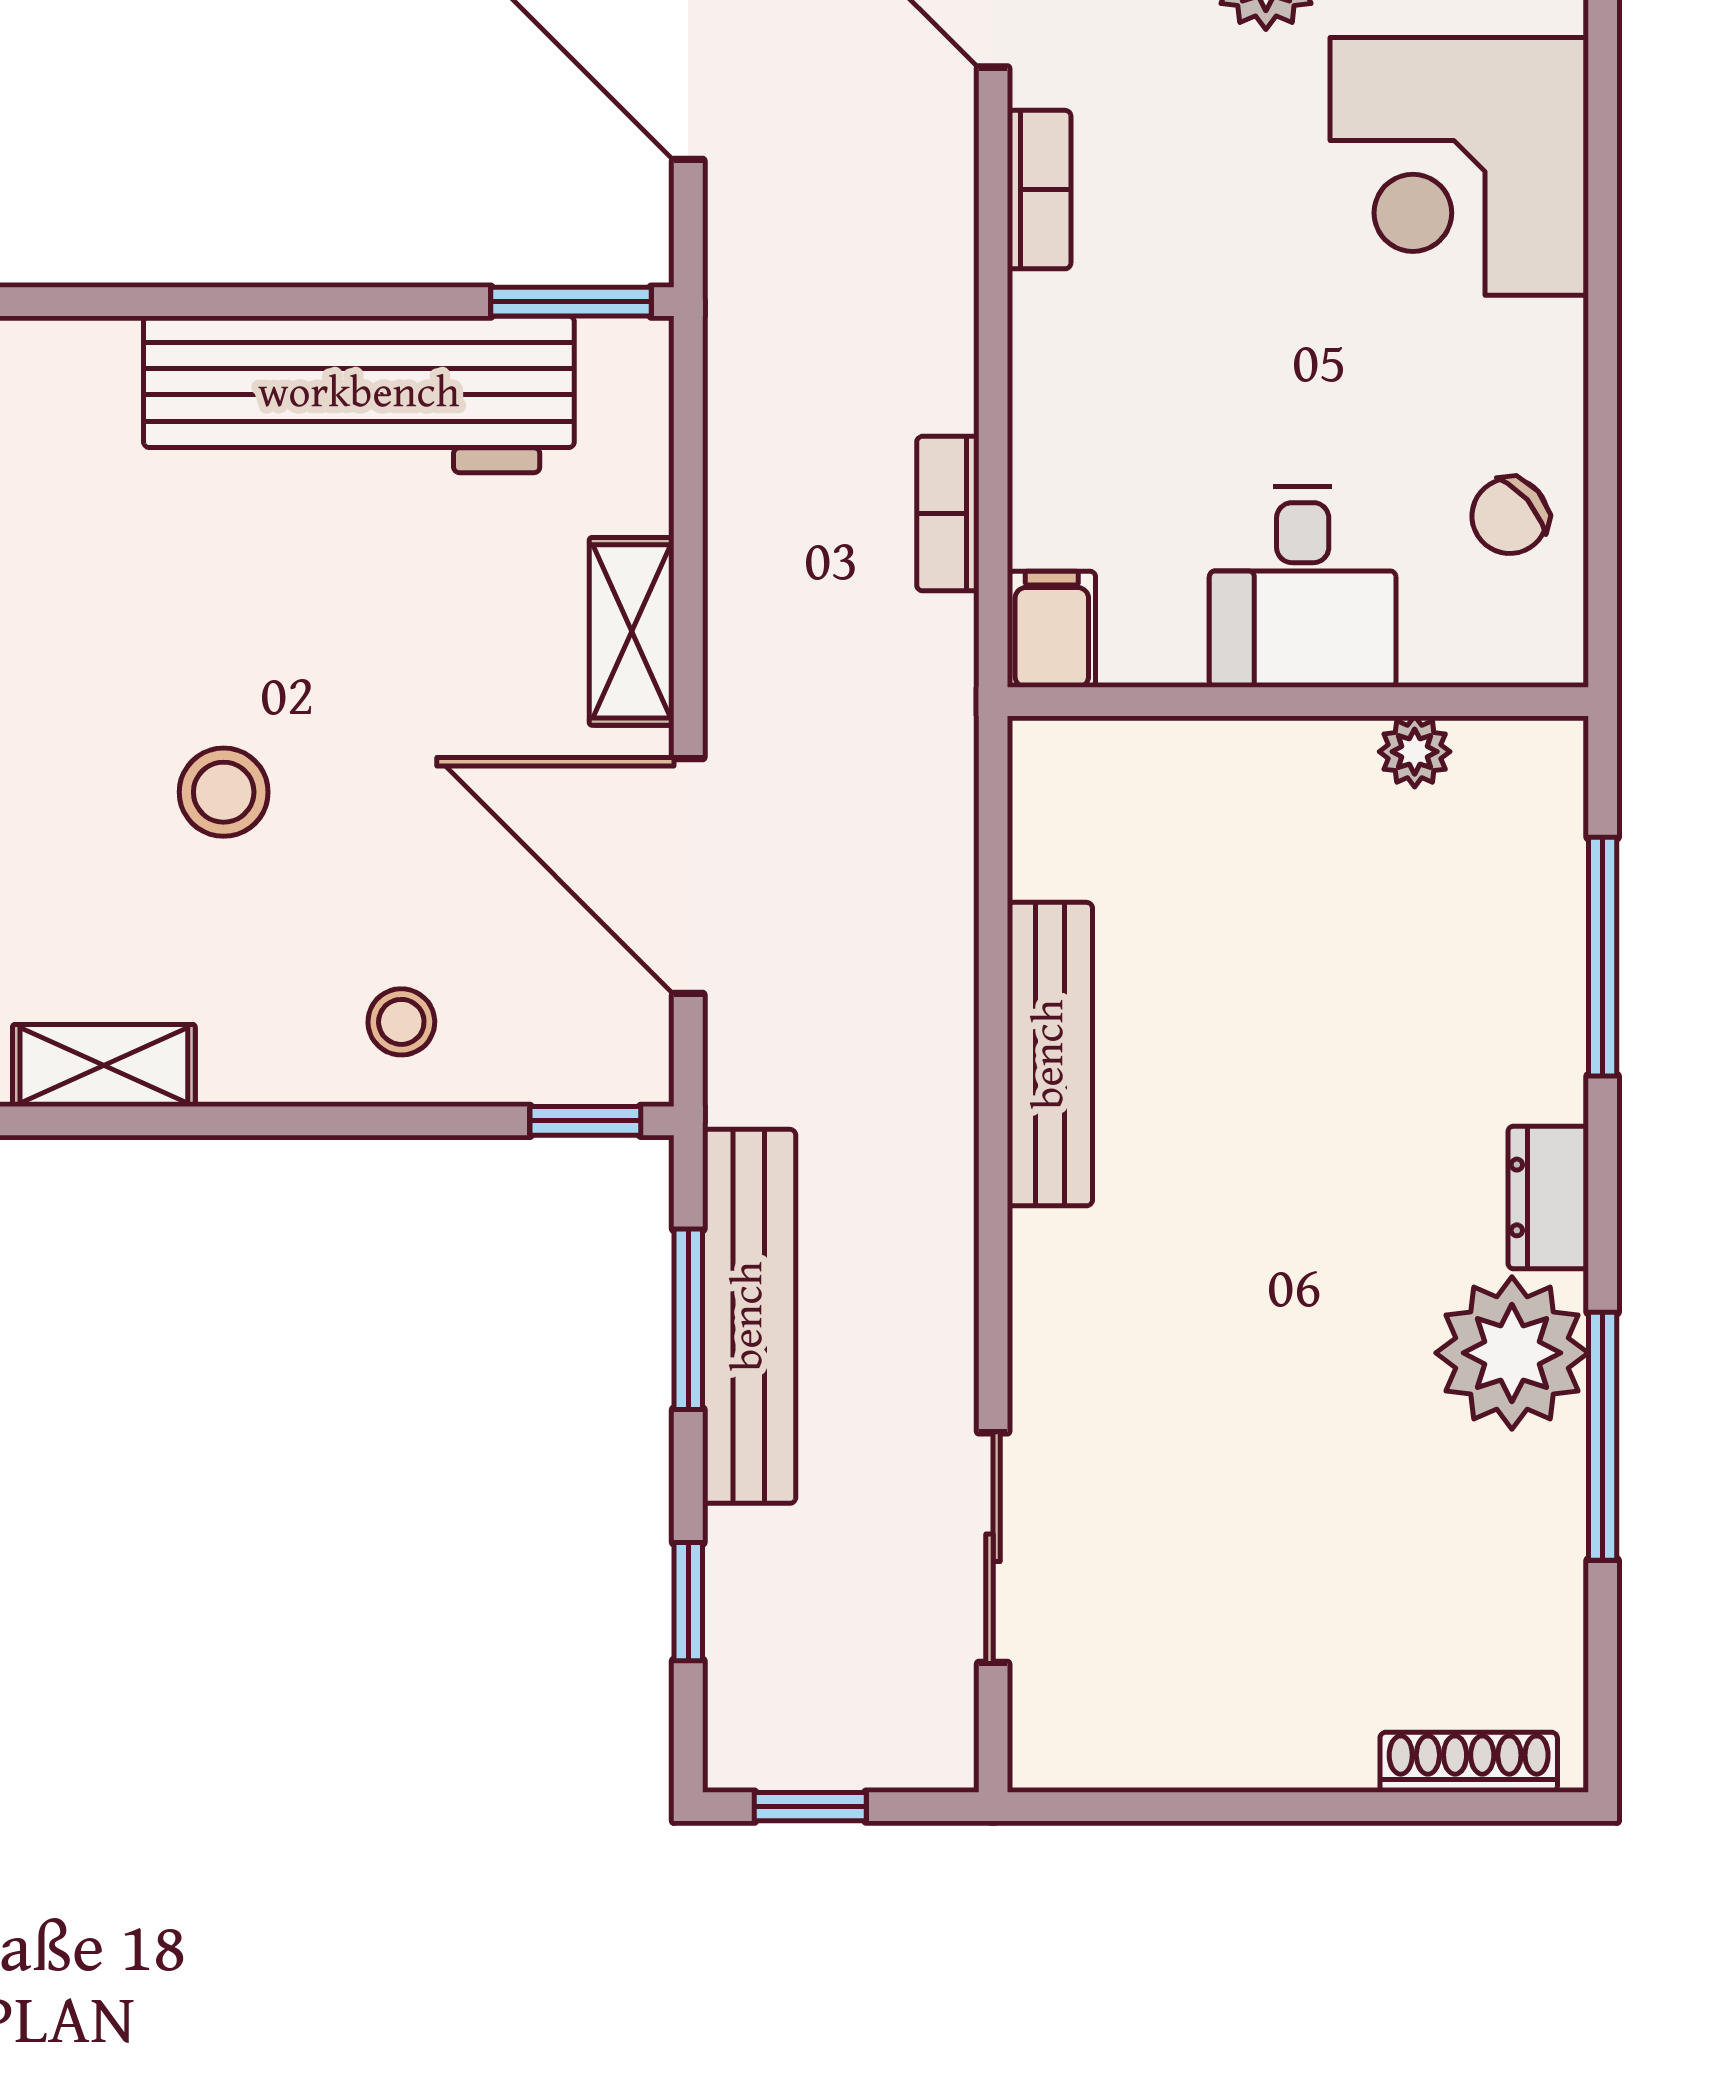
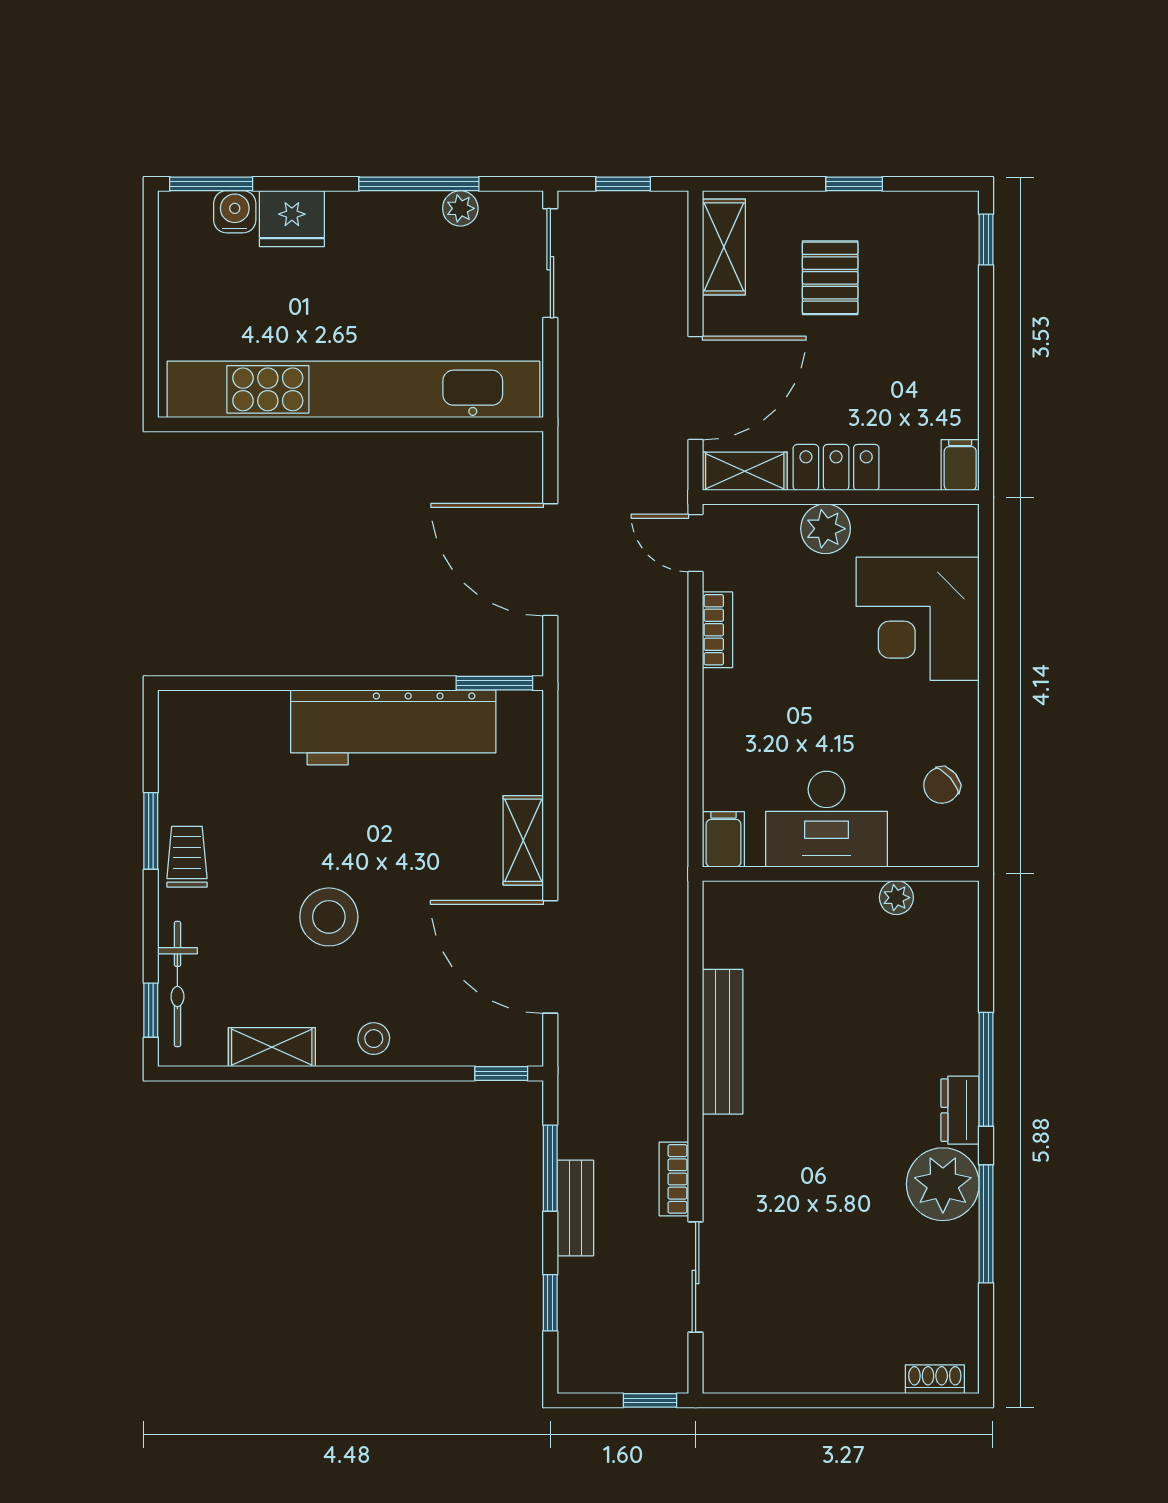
bookcase: (948, 514) -> (674, 1179), moved
desk: (1303, 587) -> (827, 819), width x1.37
stool: (224, 792) -> (329, 917), width x1.38, depth x1.38
window: (1603, 957) -> (986, 1069), moved
stool: (401, 1022) -> (374, 1039), moved
bench: (749, 1316) -> (575, 1208), width x0.54, depth x0.82
shoe rack: (1469, 1762) -> (935, 1379), width x0.70
window: (810, 1807) -> (650, 1400), moved

